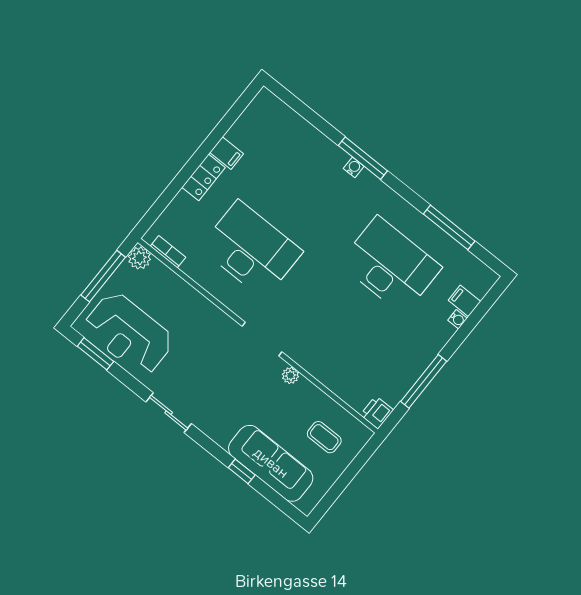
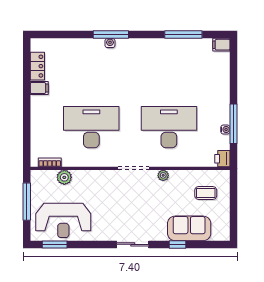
locker: (204, 177) -> (37, 66), moved
plant: (139, 258) -> (64, 177), moved
desk: (390, 265) -> (169, 127), moved
filing cabinet: (464, 301) -> (221, 45), moved
water cooler: (458, 319) -> (225, 130), moved
sliding door: (169, 413) -> (133, 244), moved
sofa: (271, 463) -> (189, 228), width x0.73

